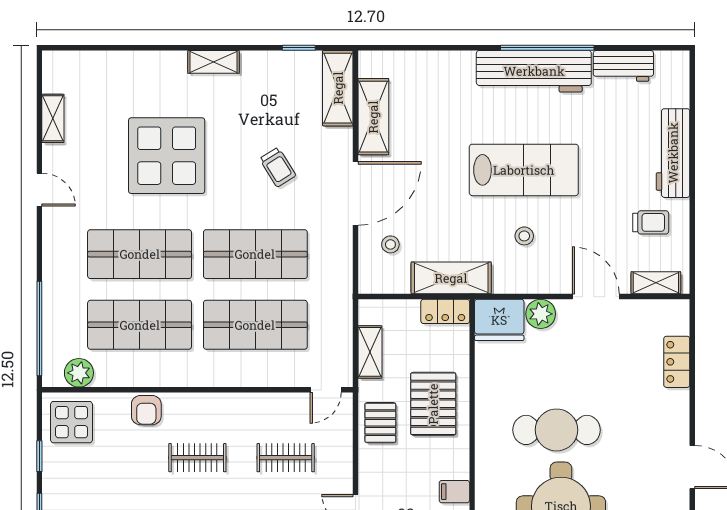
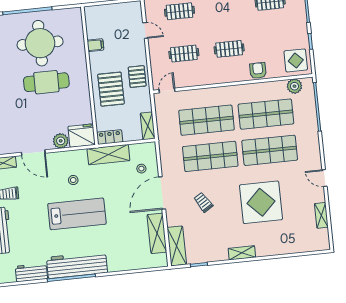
lab bench: (524, 170) -> (77, 214), turned 180
shelving: (370, 352) -> (148, 126), moved

